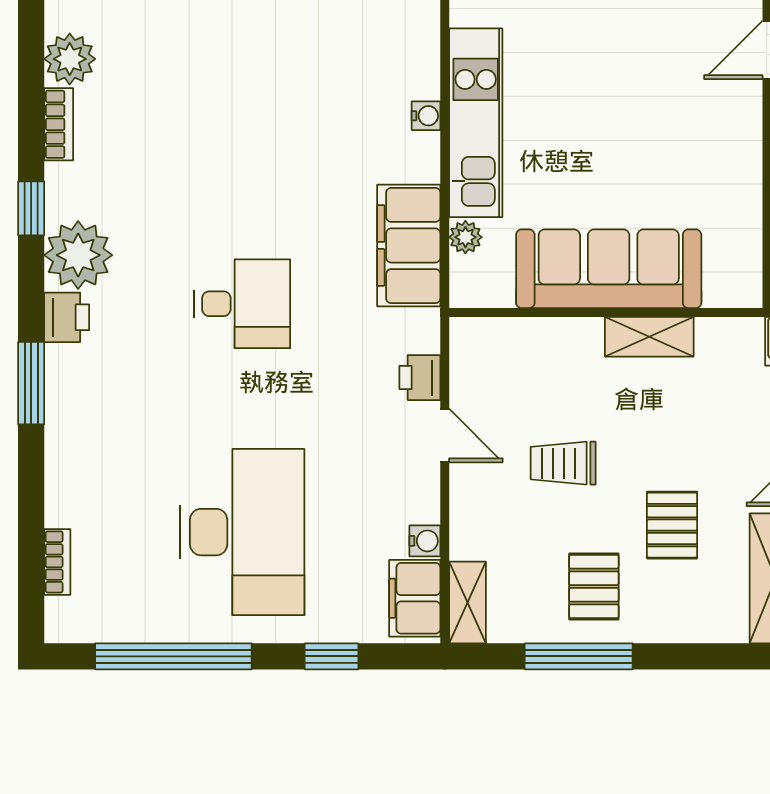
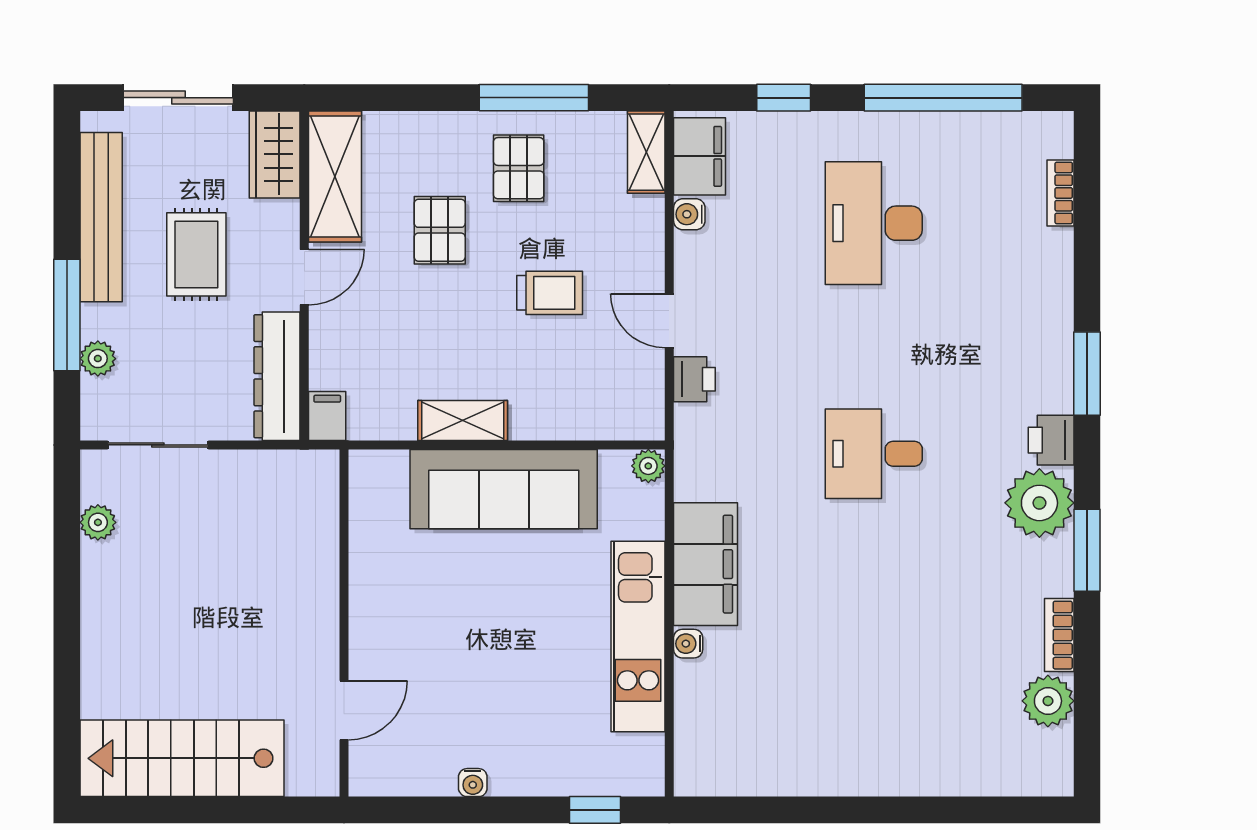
window: (31, 208) -> (1087, 550), width x1.50
plant: (465, 237) -> (648, 466), moved
filing cabinet: (409, 245) -> (706, 564), moved
desk: (242, 532) -> (874, 223), width x0.73, depth x0.77

